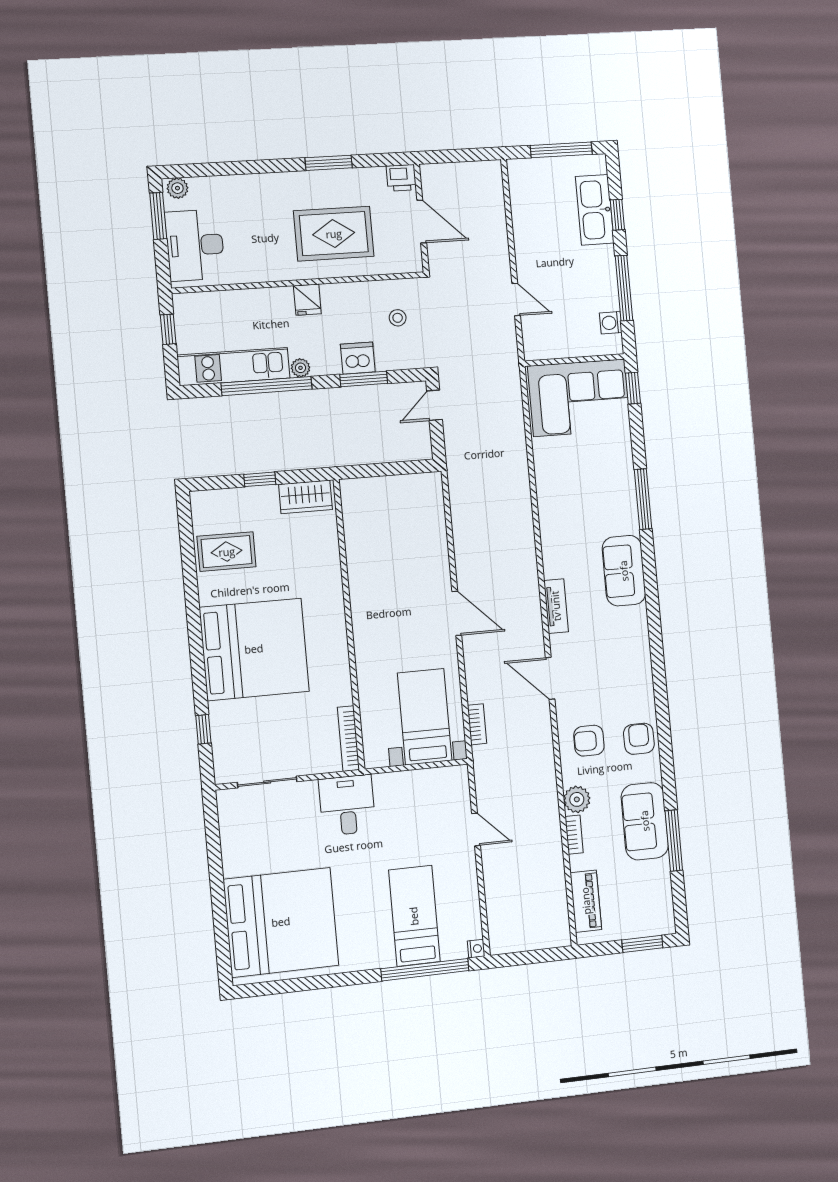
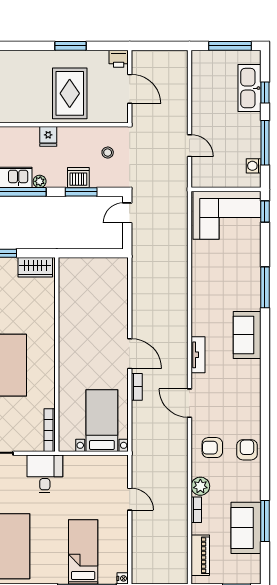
rug: (334, 234) -> (70, 93), turned 90
bookcase: (477, 724) -> (137, 387), moved
sofa: (645, 821) -> (246, 528), moved

